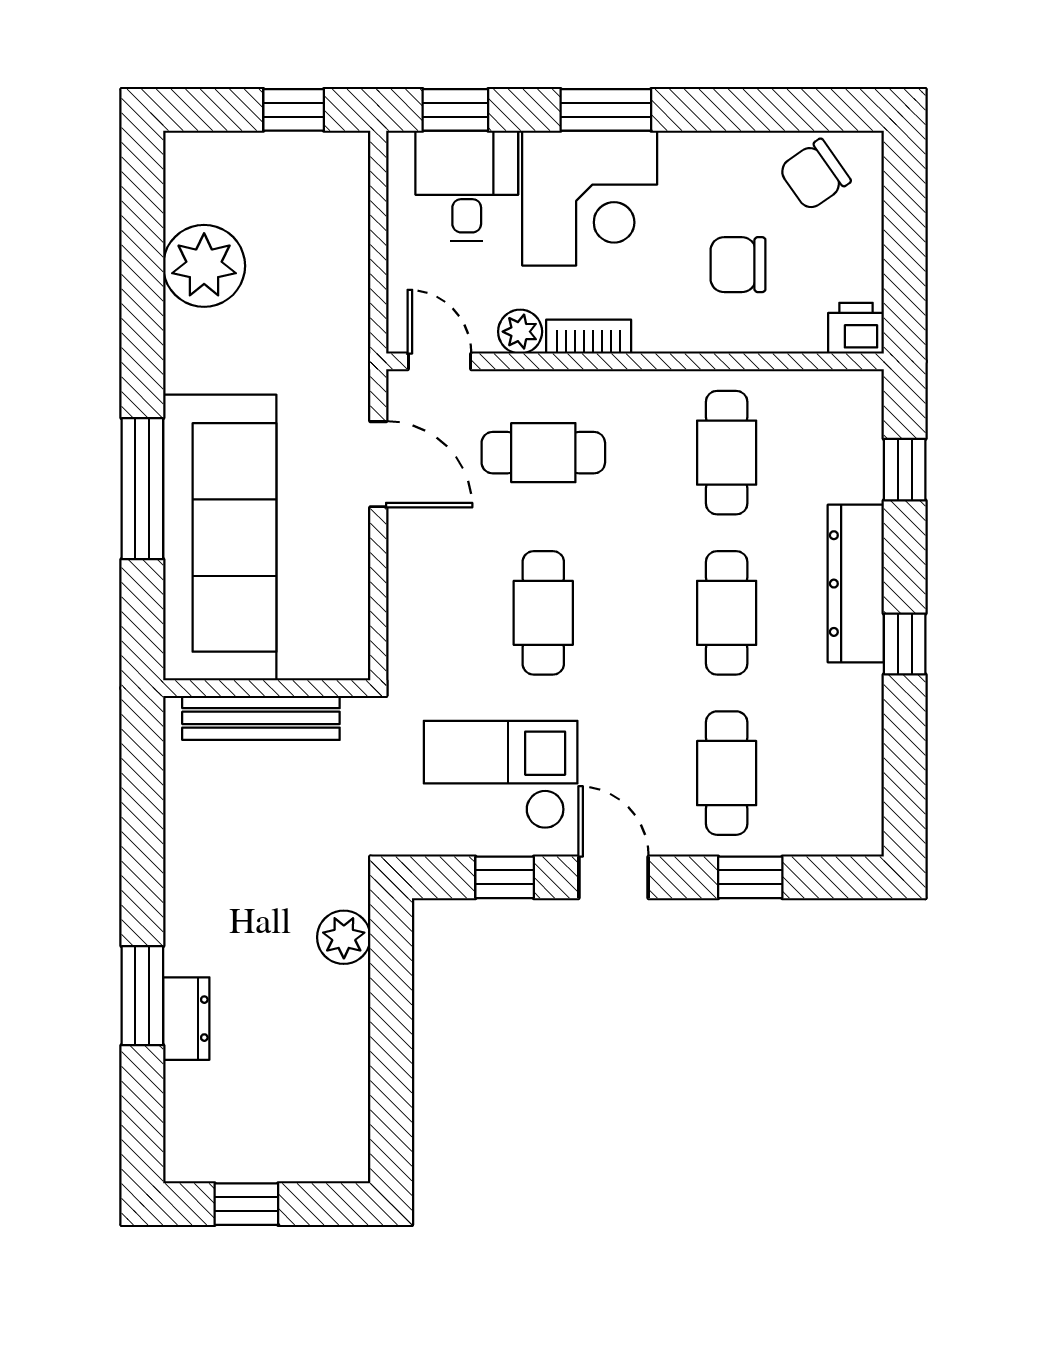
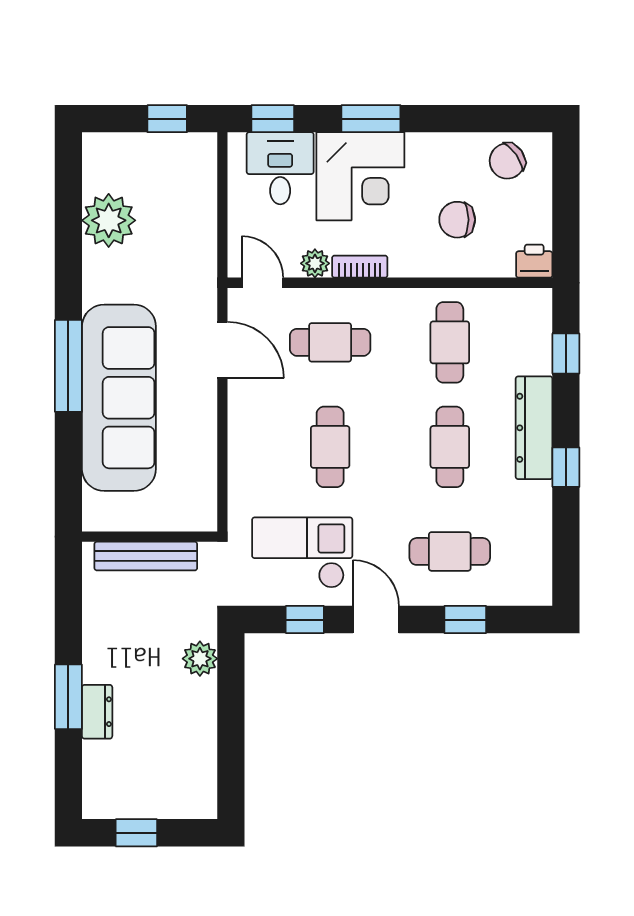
wall: (267, 688) -> (150, 537), moved
bench: (261, 718) -> (146, 556), moved
cafe table: (727, 773) -> (450, 551), turned 90

